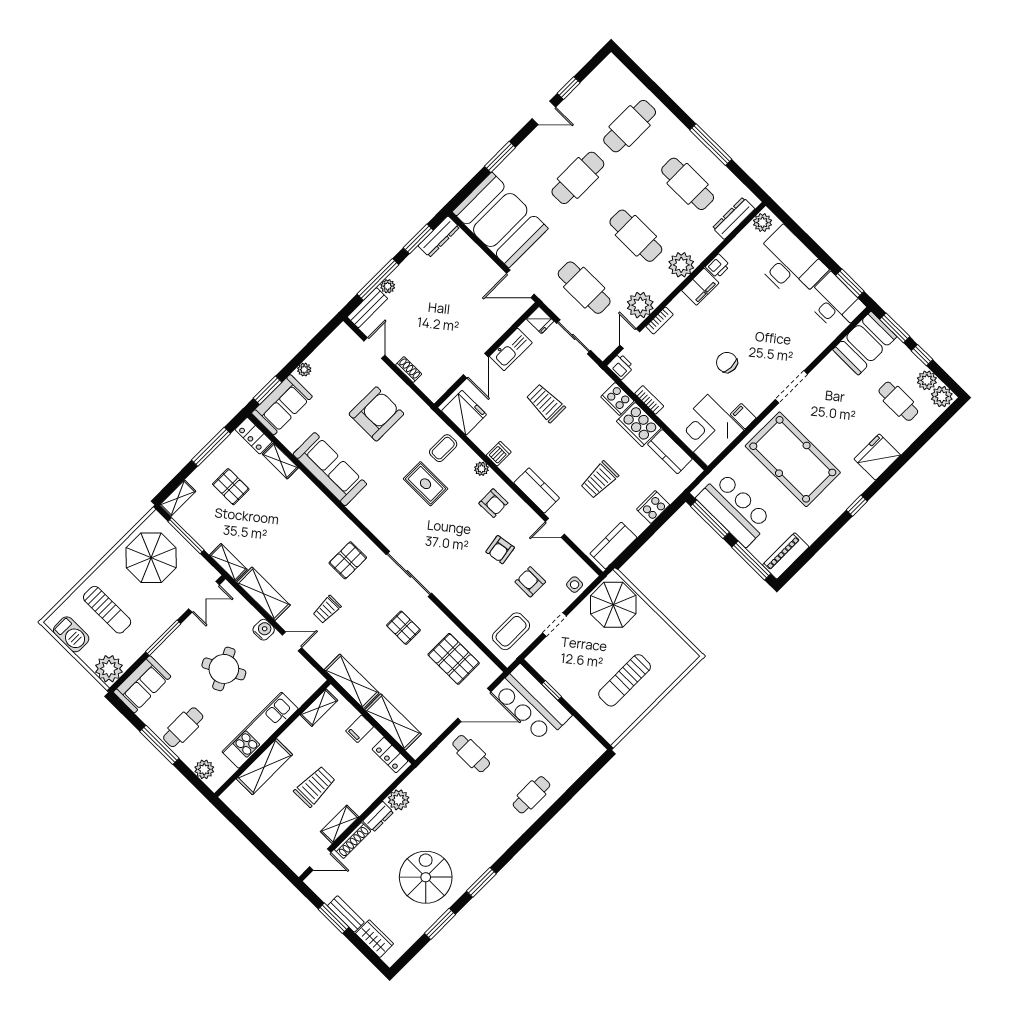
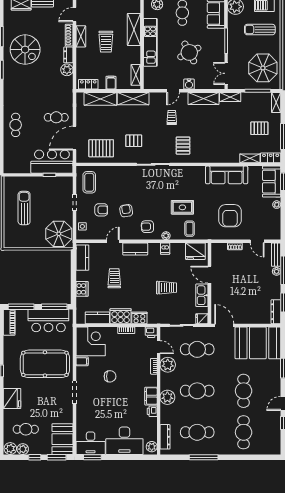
door: (520, 284) -> (224, 325), hinge flipped

